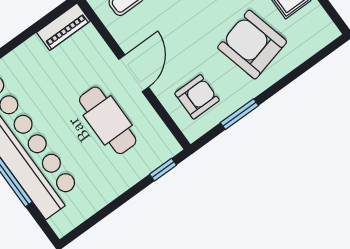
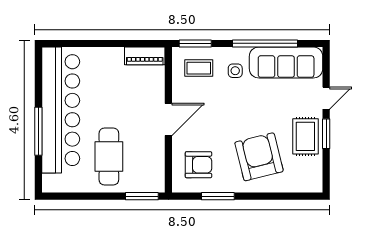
cafe table: (108, 120) -> (109, 157), moved
window: (163, 170) -> (142, 196), width x1.50

